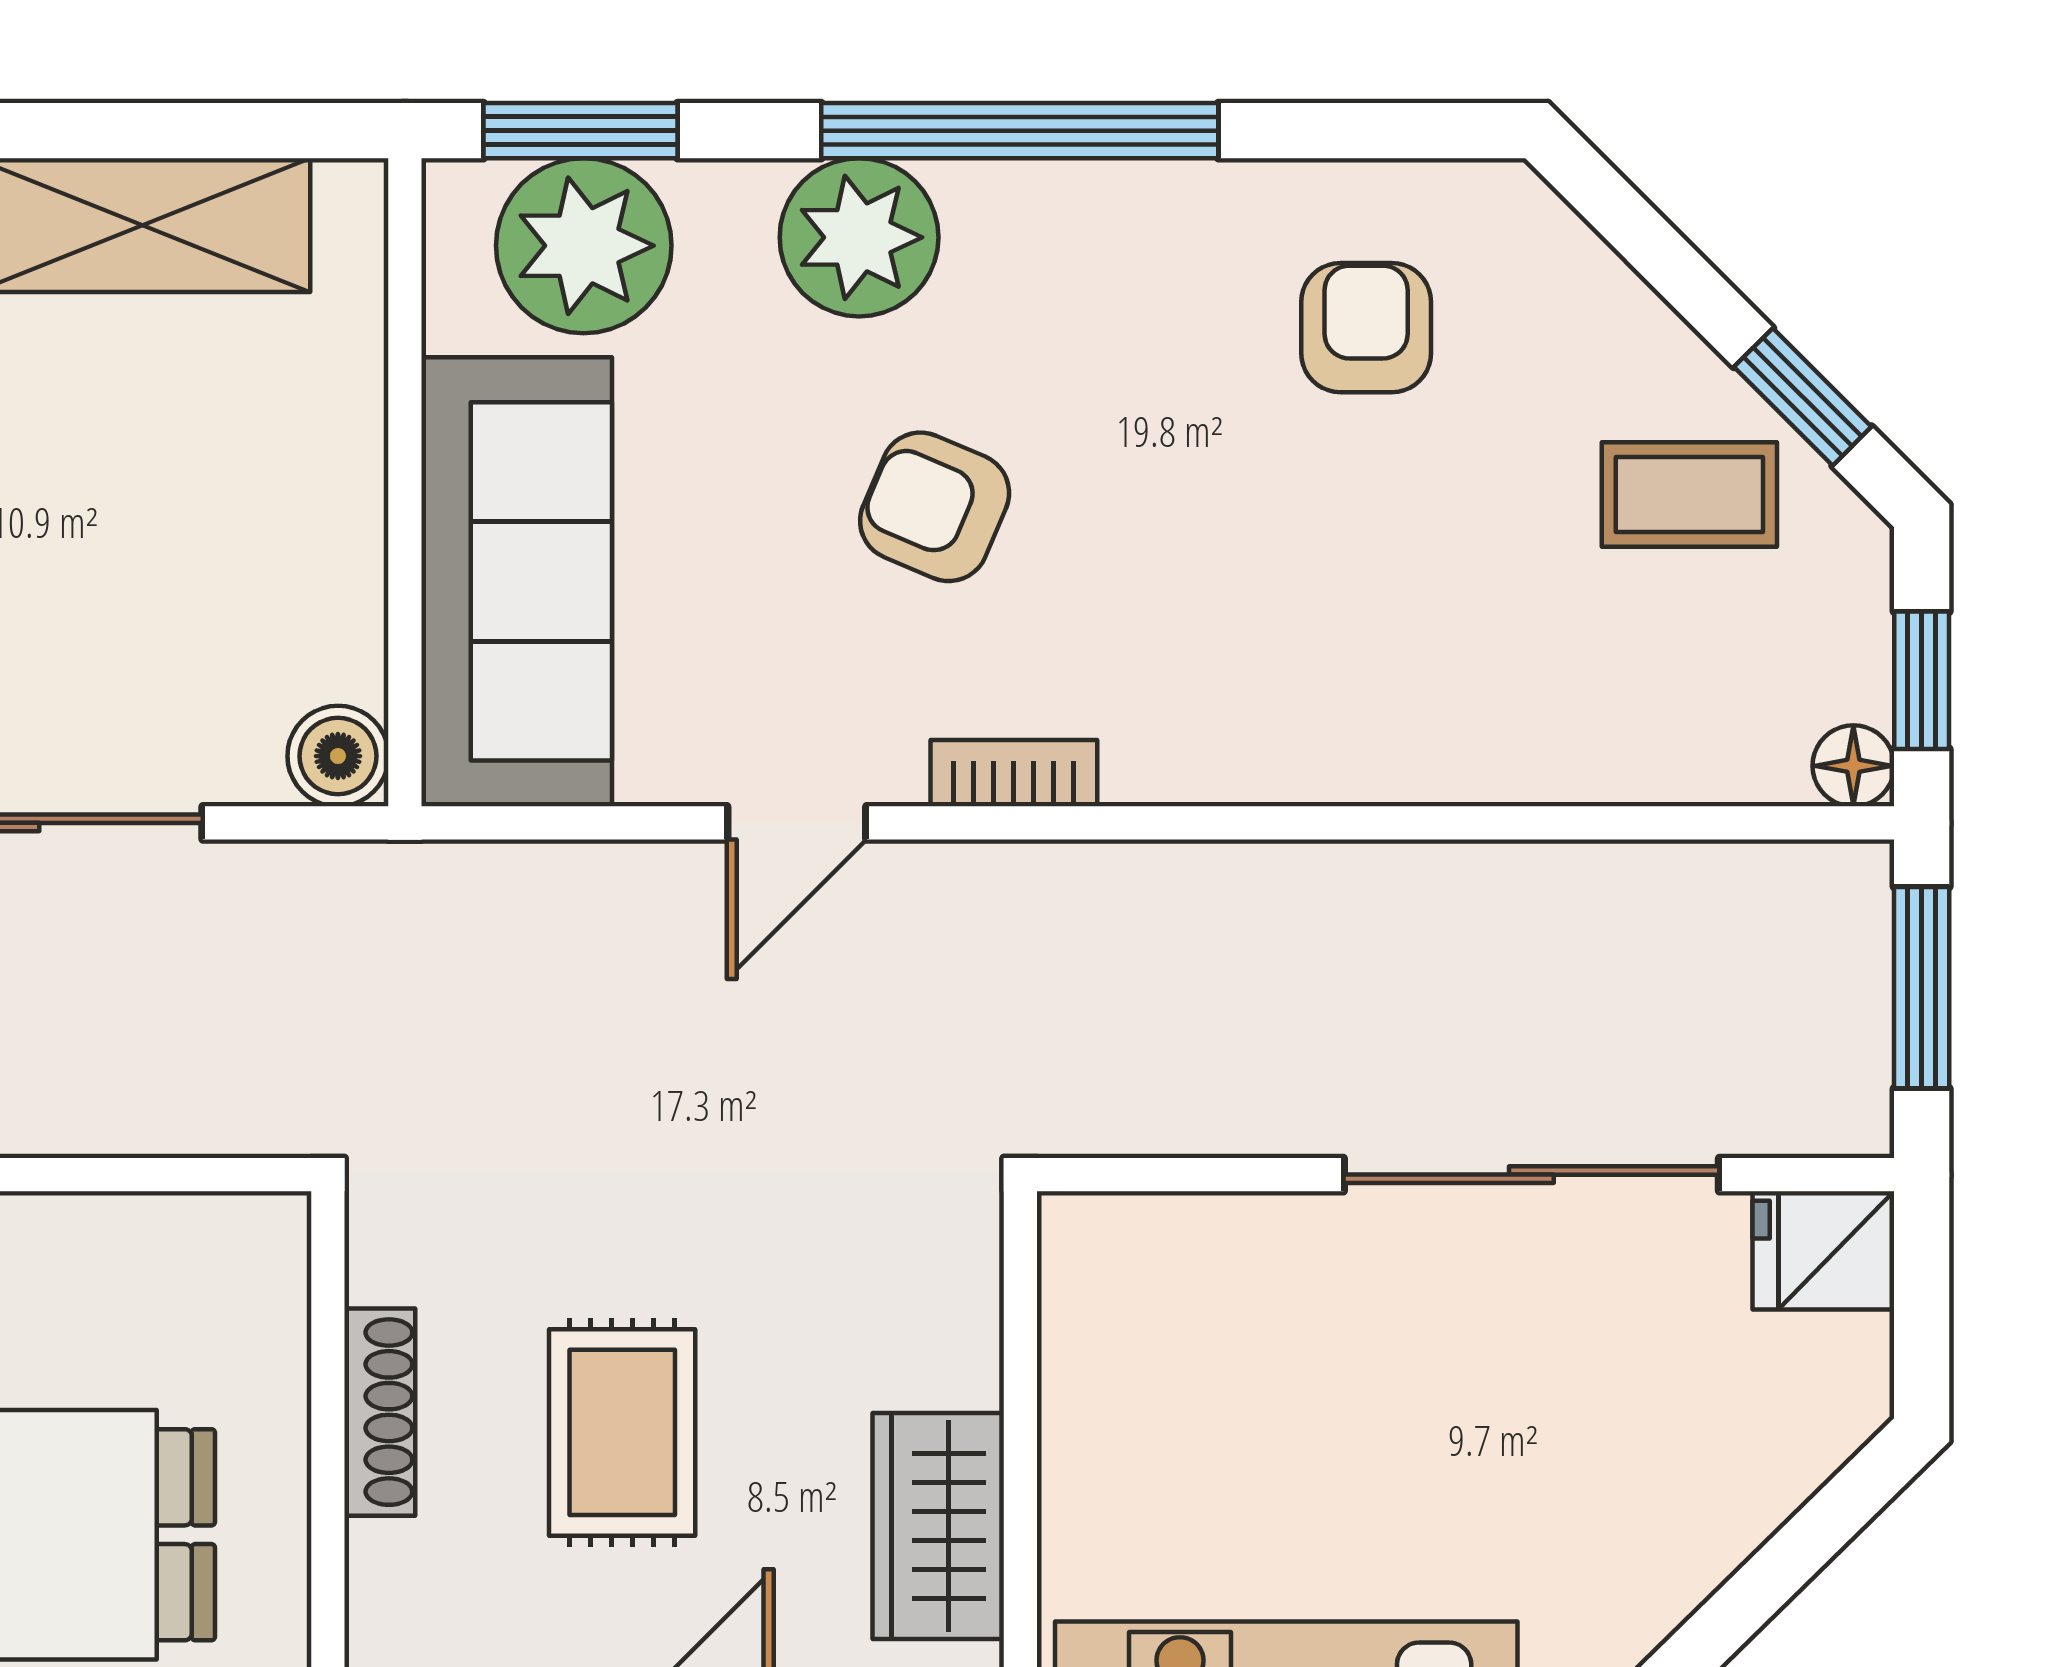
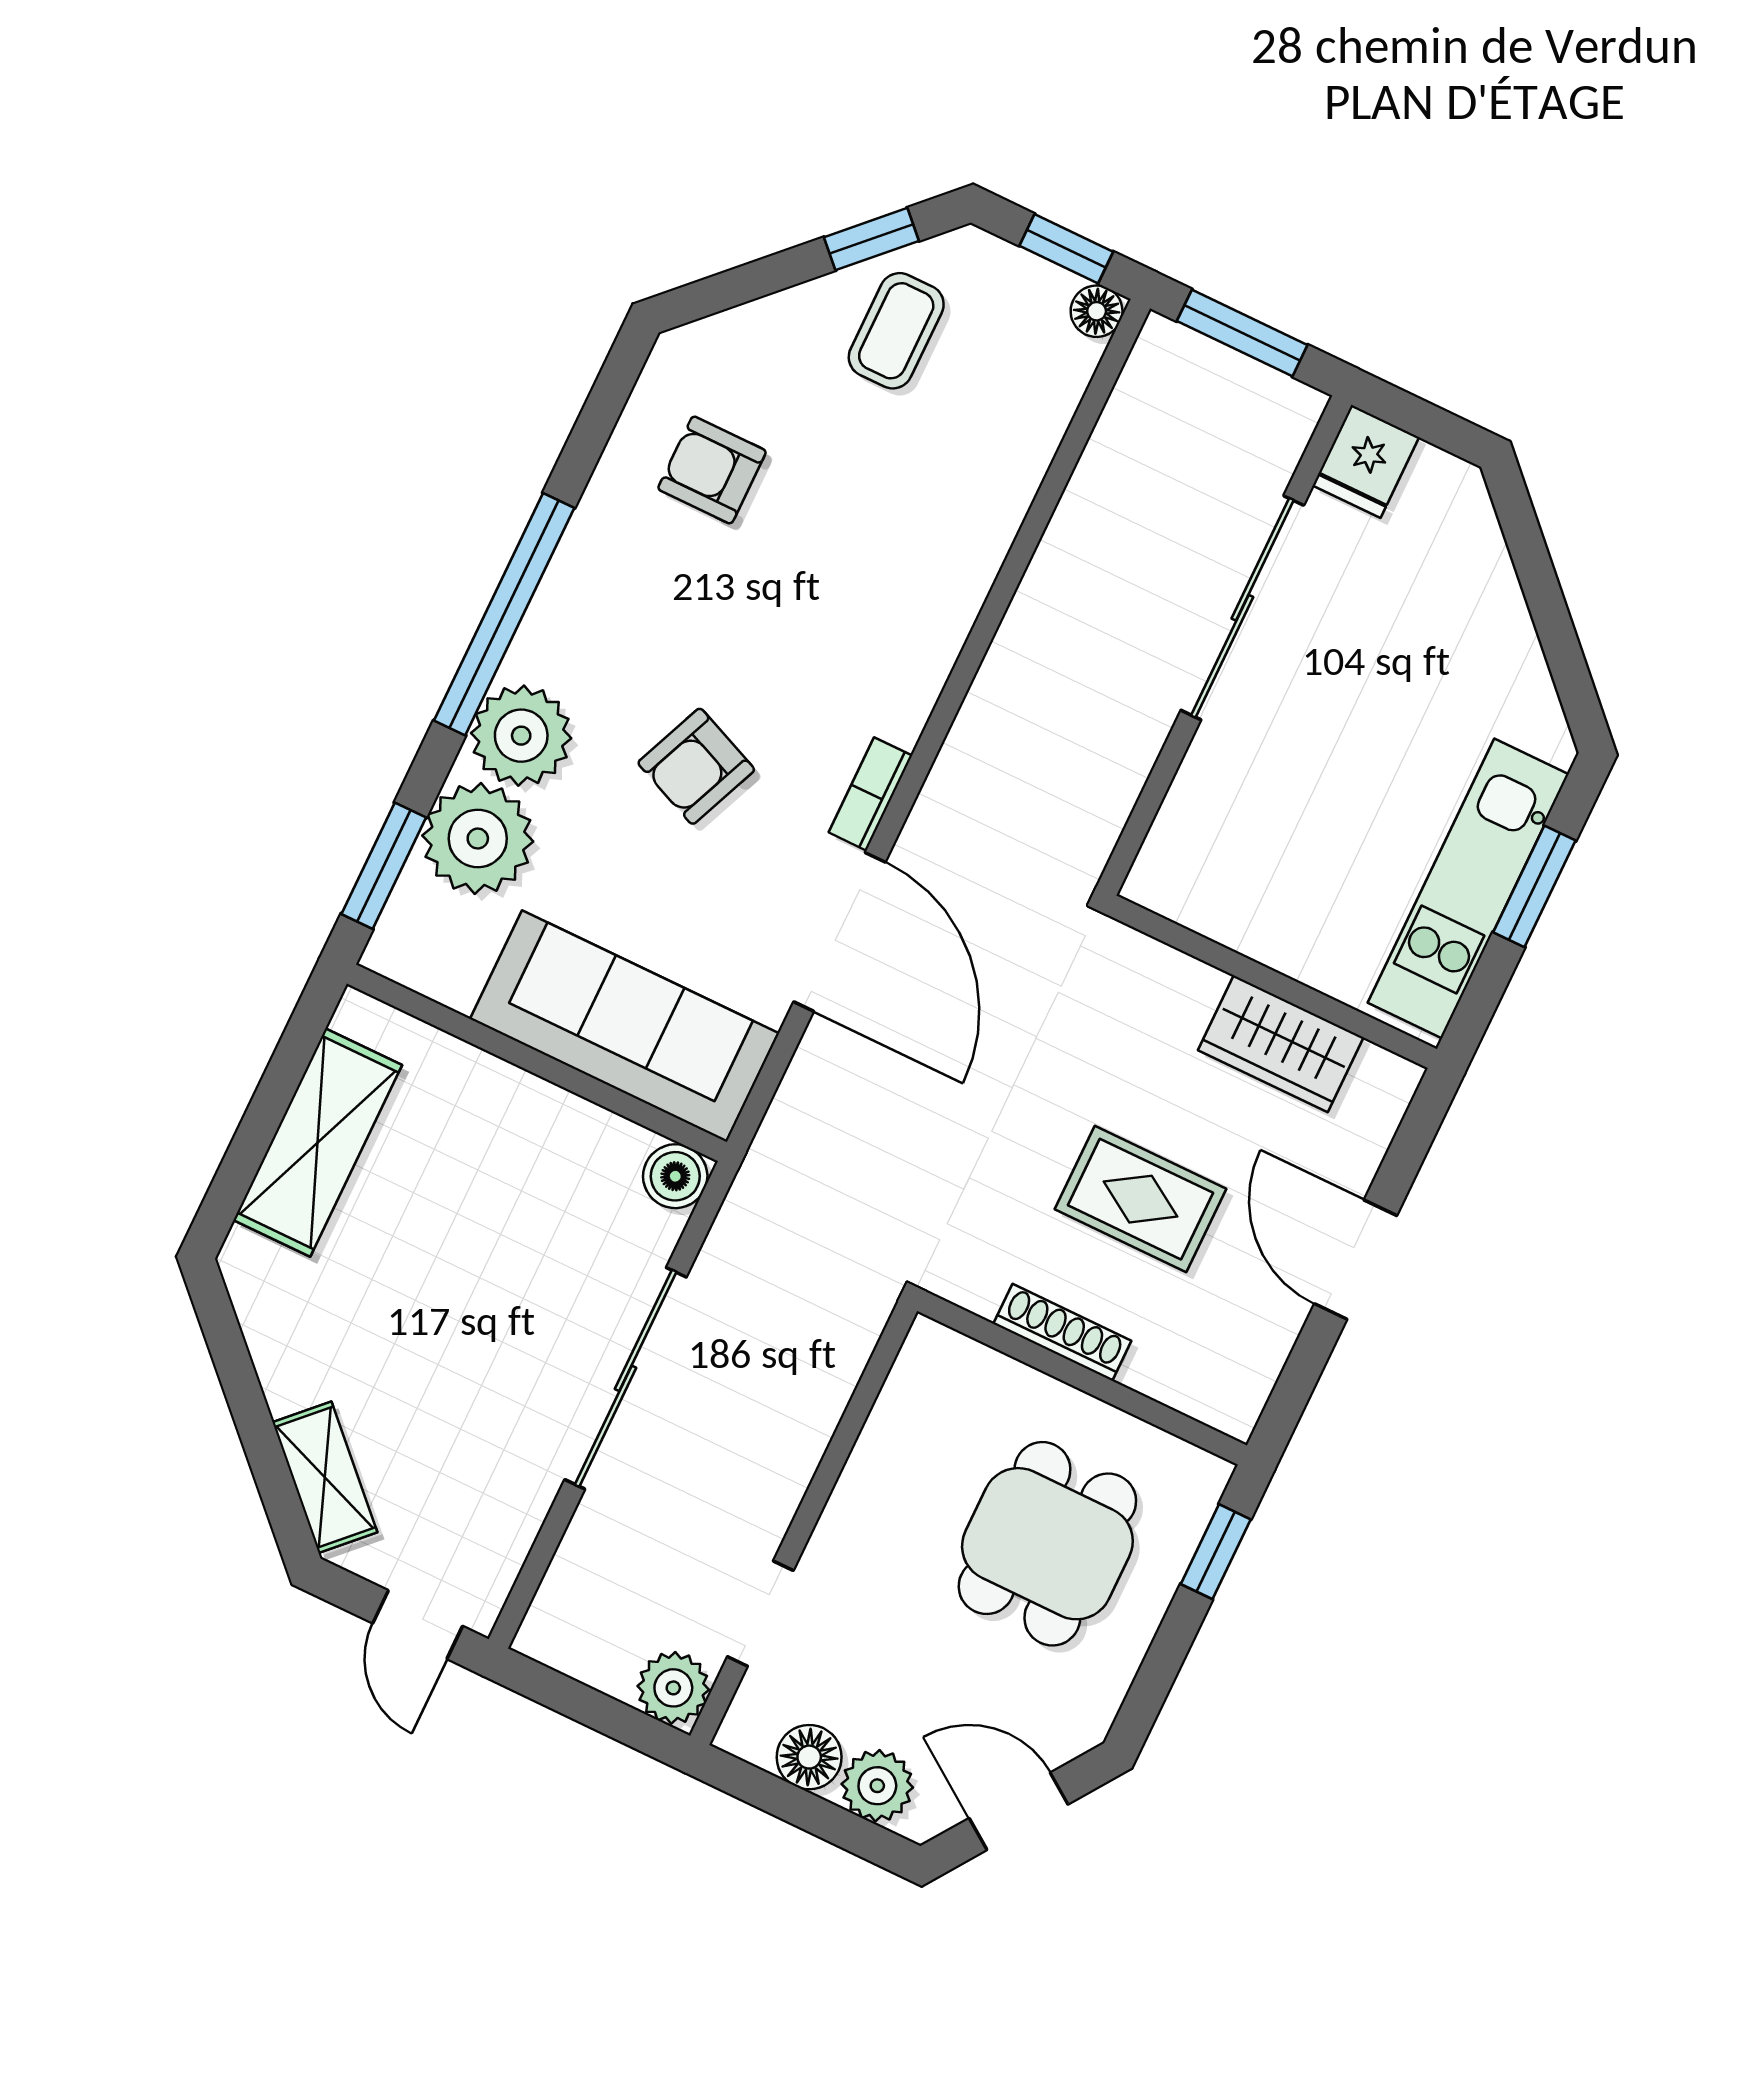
plant: (584, 246) -> (478, 839), moved
door: (797, 823) -> (839, 932), width x1.88

